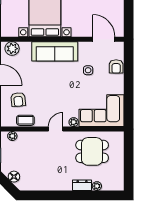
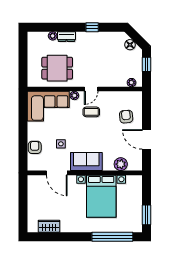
door: (104, 39) -> (57, 173), moved
plant: (12, 49) -> (121, 164), moved
sofa: (55, 51) -> (86, 161), width x0.73
coffee table: (25, 120) -> (91, 112), moved
window: (54, 195) -> (92, 27), added

